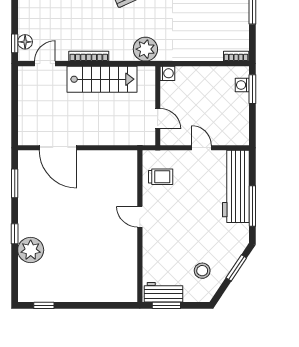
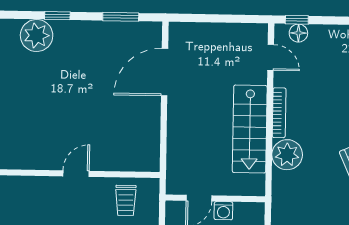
plant: (145, 49) -> (287, 155), moved
washing machine: (167, 73) -> (223, 211), moved

